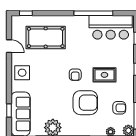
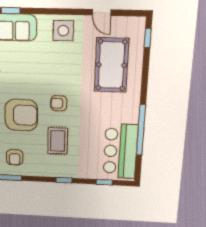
door: (9, 46) -> (102, 12), hinge flipped
armchair: (85, 103) -> (21, 115), turned -90

